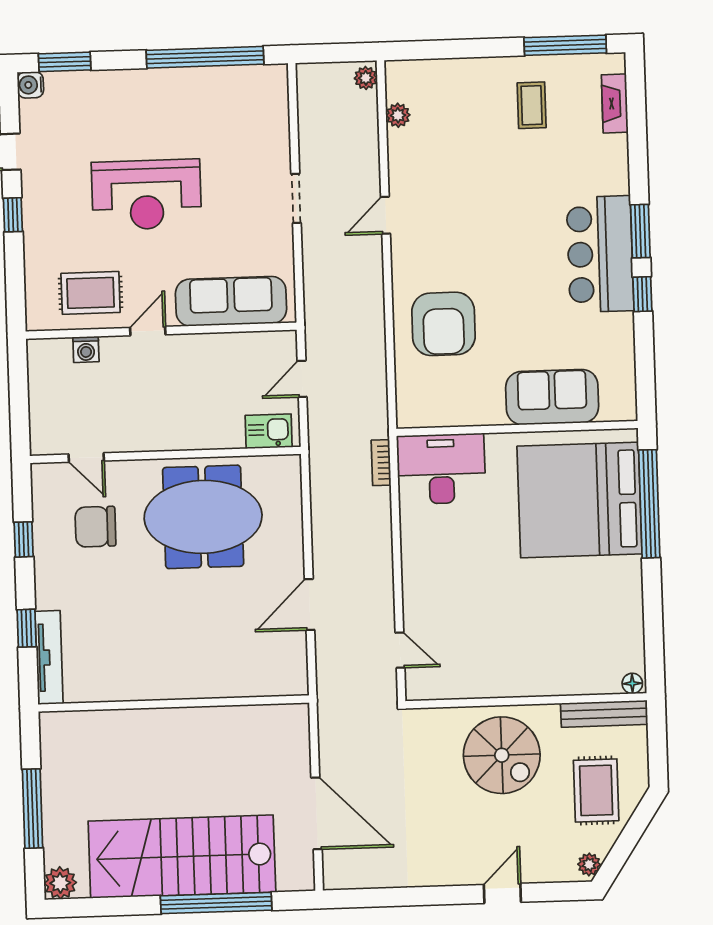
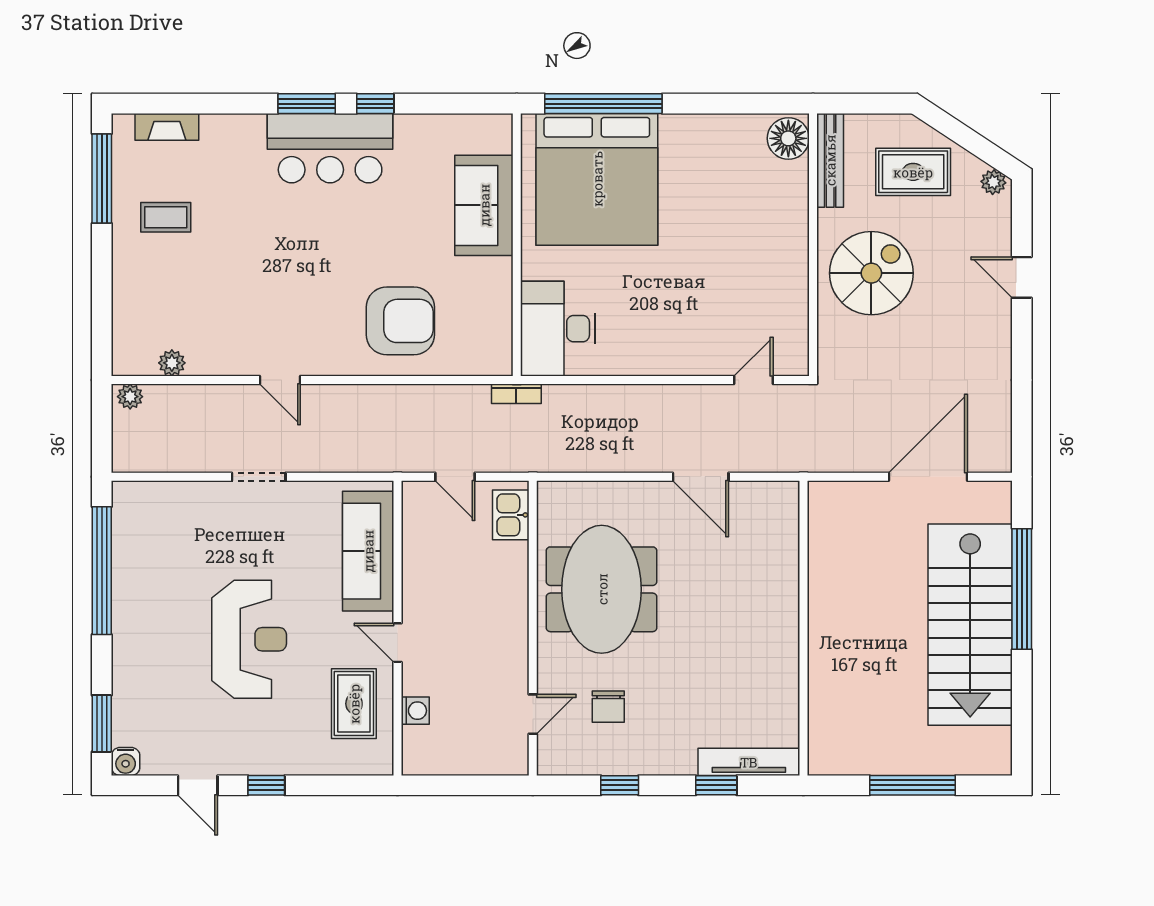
bookcase: (381, 463) -> (516, 394), moved
chair: (95, 527) -> (608, 707), width x0.73, depth x0.73
floor lamp: (632, 683) -> (788, 138), width x1.89, depth x1.89
plant: (60, 883) -> (994, 758), removed

